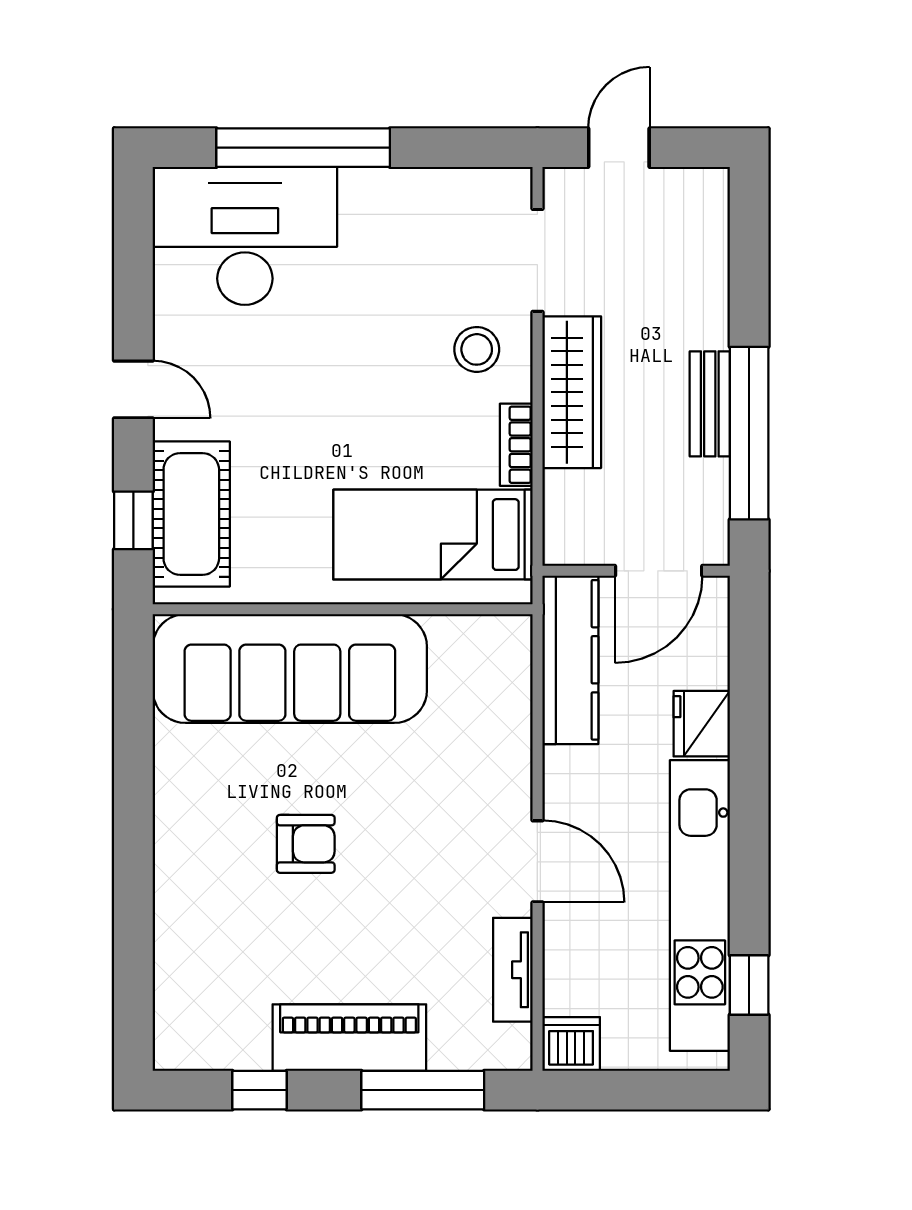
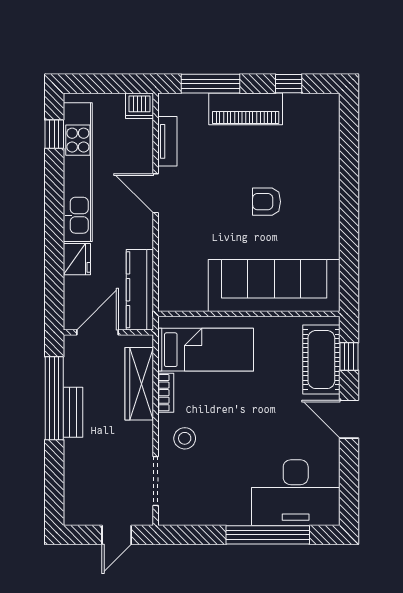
door: (133, 390) -> (349, 419), width x1.38
wardrobe: (572, 392) -> (139, 384), moved

